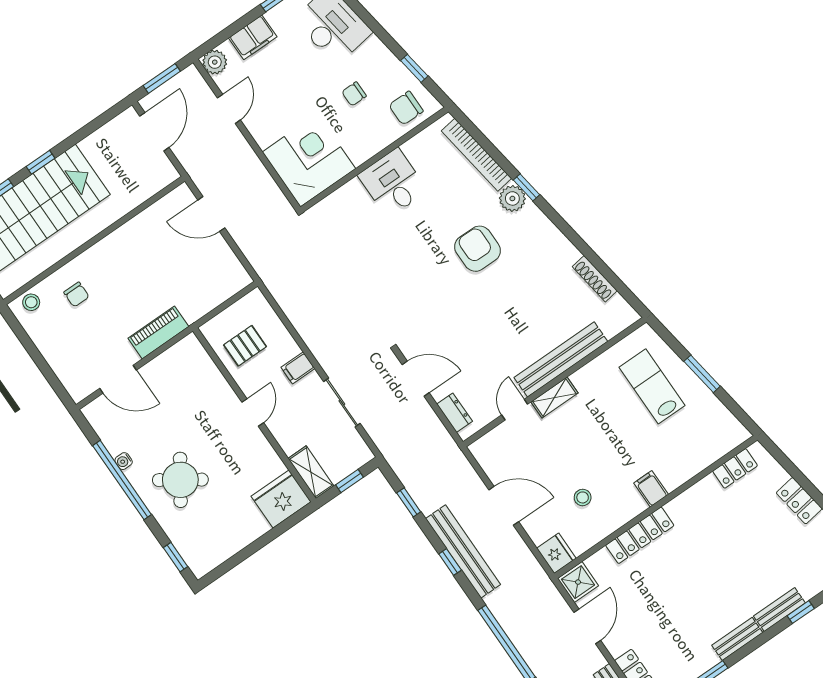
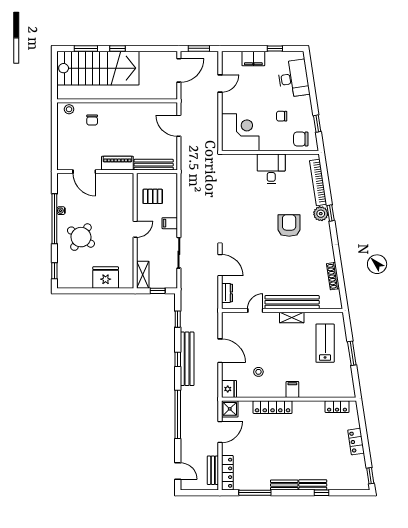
plant: (215, 62) -> (228, 58), removed
bench: (214, 298) -> (154, 165), added
shelving: (554, 397) -> (292, 317), moved
fridge: (281, 499) -> (106, 278), moved

